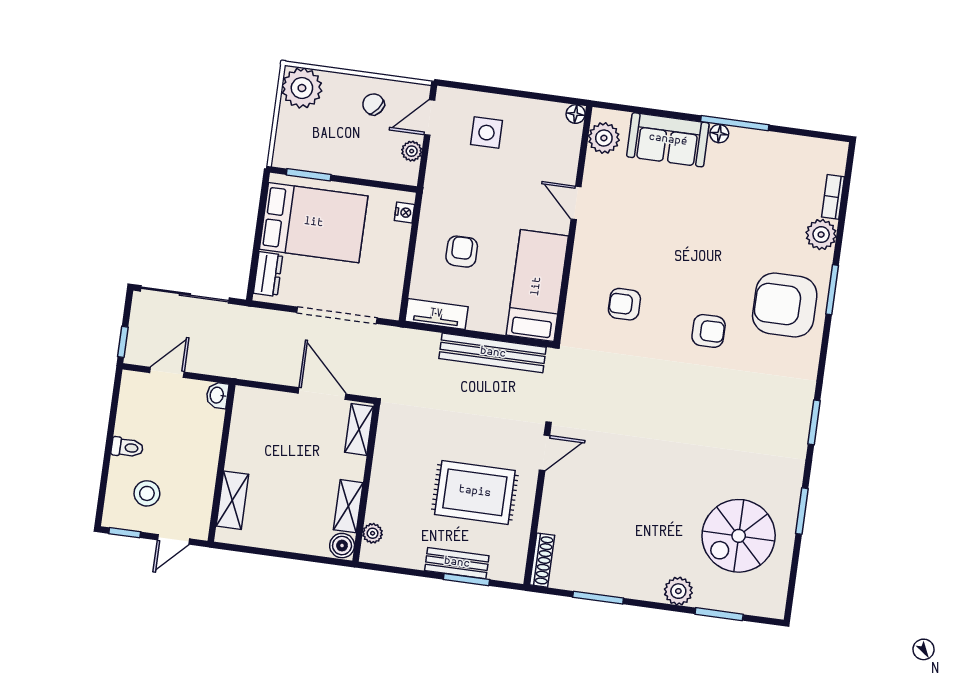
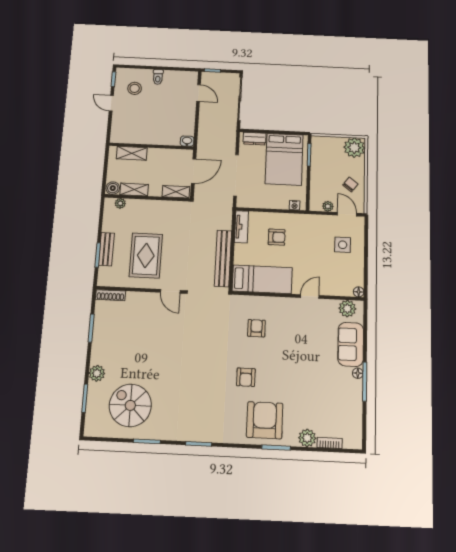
washbasin: (217, 395) -> (187, 141), moved
wall: (222, 463) -> (151, 146), moved
shelving: (232, 500) -> (132, 153), moved

